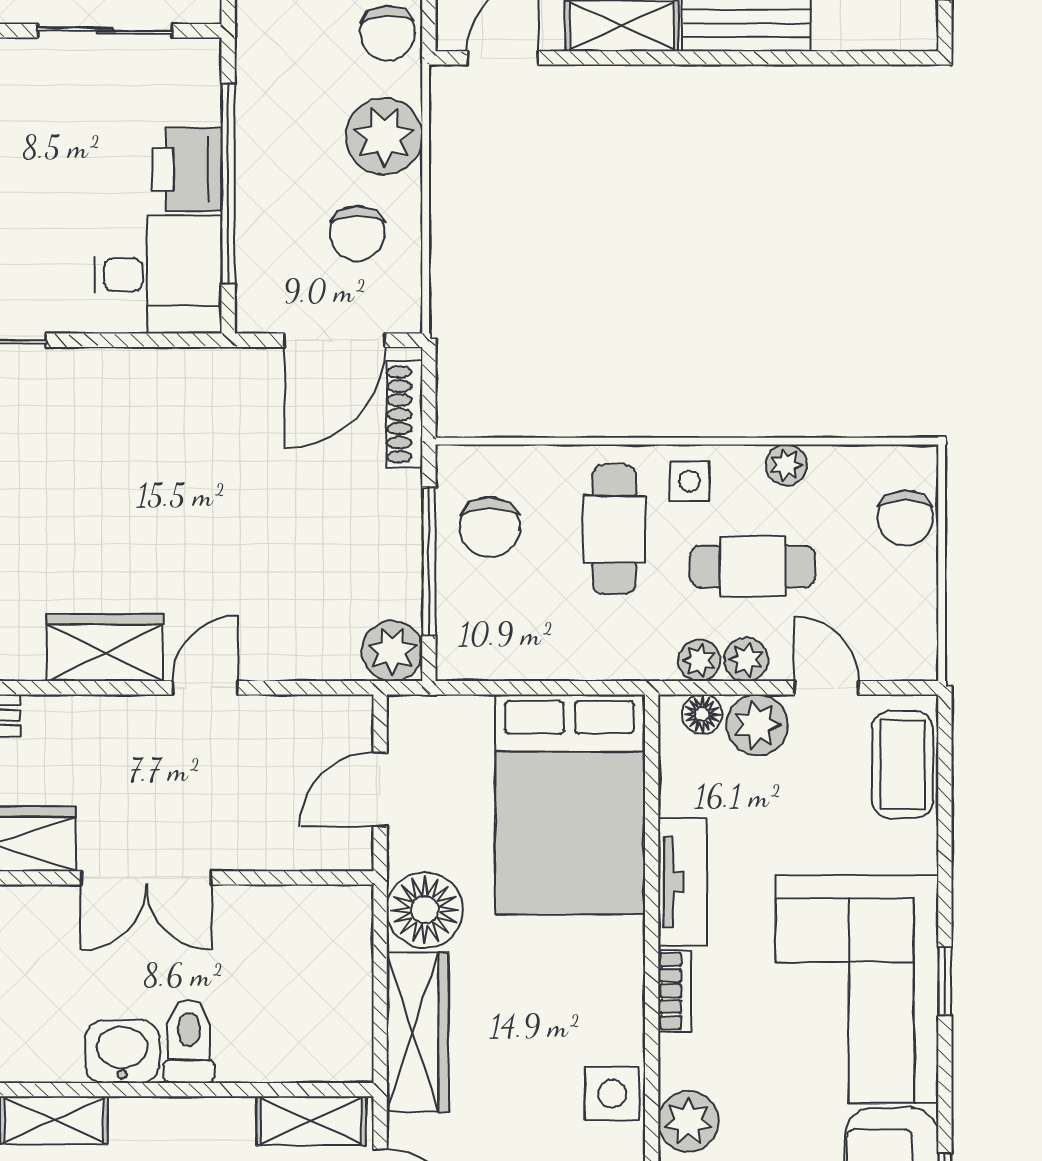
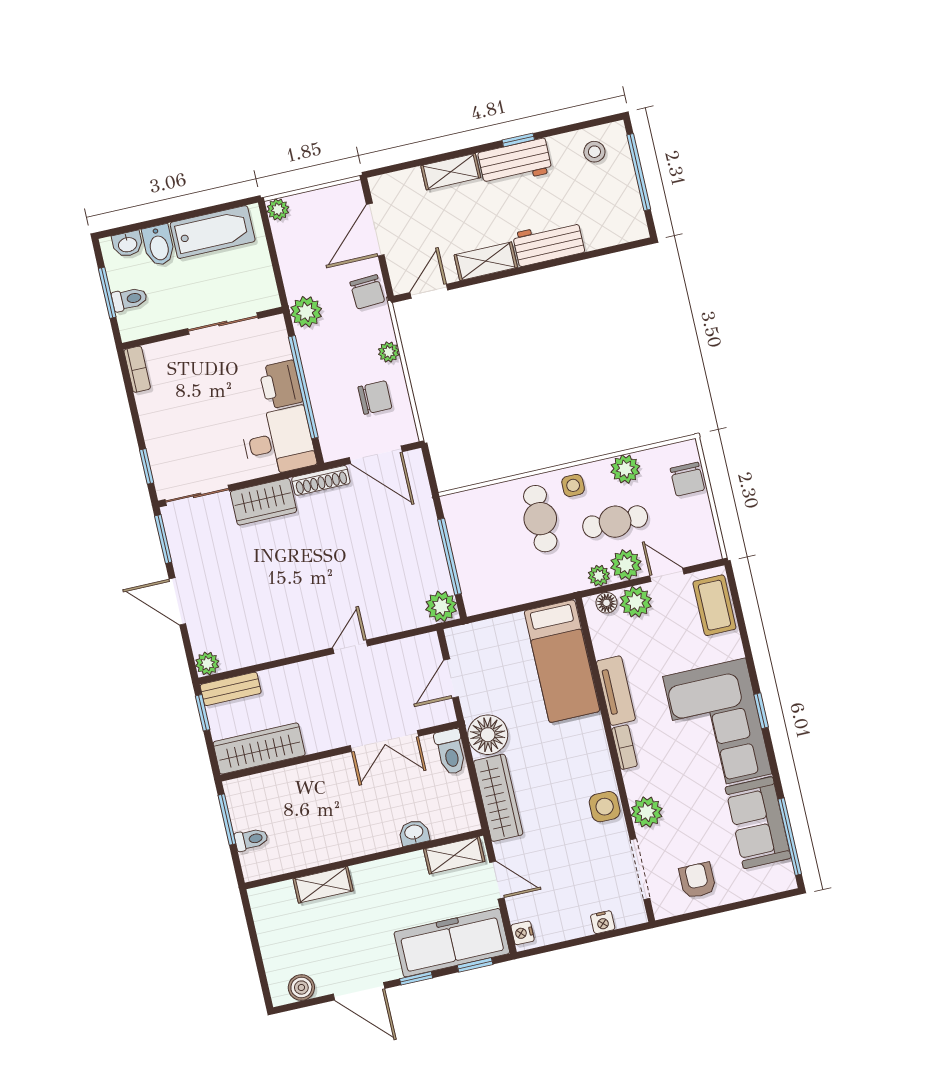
plant: (265, 44) -> (306, 312), added
plant: (384, 136) -> (389, 352), width x0.53, depth x0.53
chair: (357, 233) -> (375, 398), turned -90
door: (334, 340) -> (376, 455), hinge flipped
shoe rack: (404, 414) -> (321, 480), moved, turned -90
plant: (786, 465) -> (625, 469), width x1.38, depth x1.38
chair: (490, 527) -> (477, 532), removed
wardrobe: (105, 648) -> (263, 502), moved, turned 180
plant: (746, 660) -> (626, 565), width x1.38, depth x1.38
bed: (569, 804) -> (562, 661), width x0.67
double door: (146, 878) -> (384, 741), moved
toilet: (189, 1041) -> (451, 752), moved, turned 180
washbasin: (122, 1052) -> (414, 833), moved, width x0.72, depth x0.69

